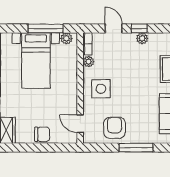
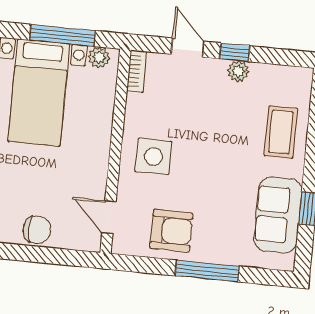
plant: (89, 62) -> (135, 104), removed
armchair: (114, 128) -> (171, 231), turned 90

